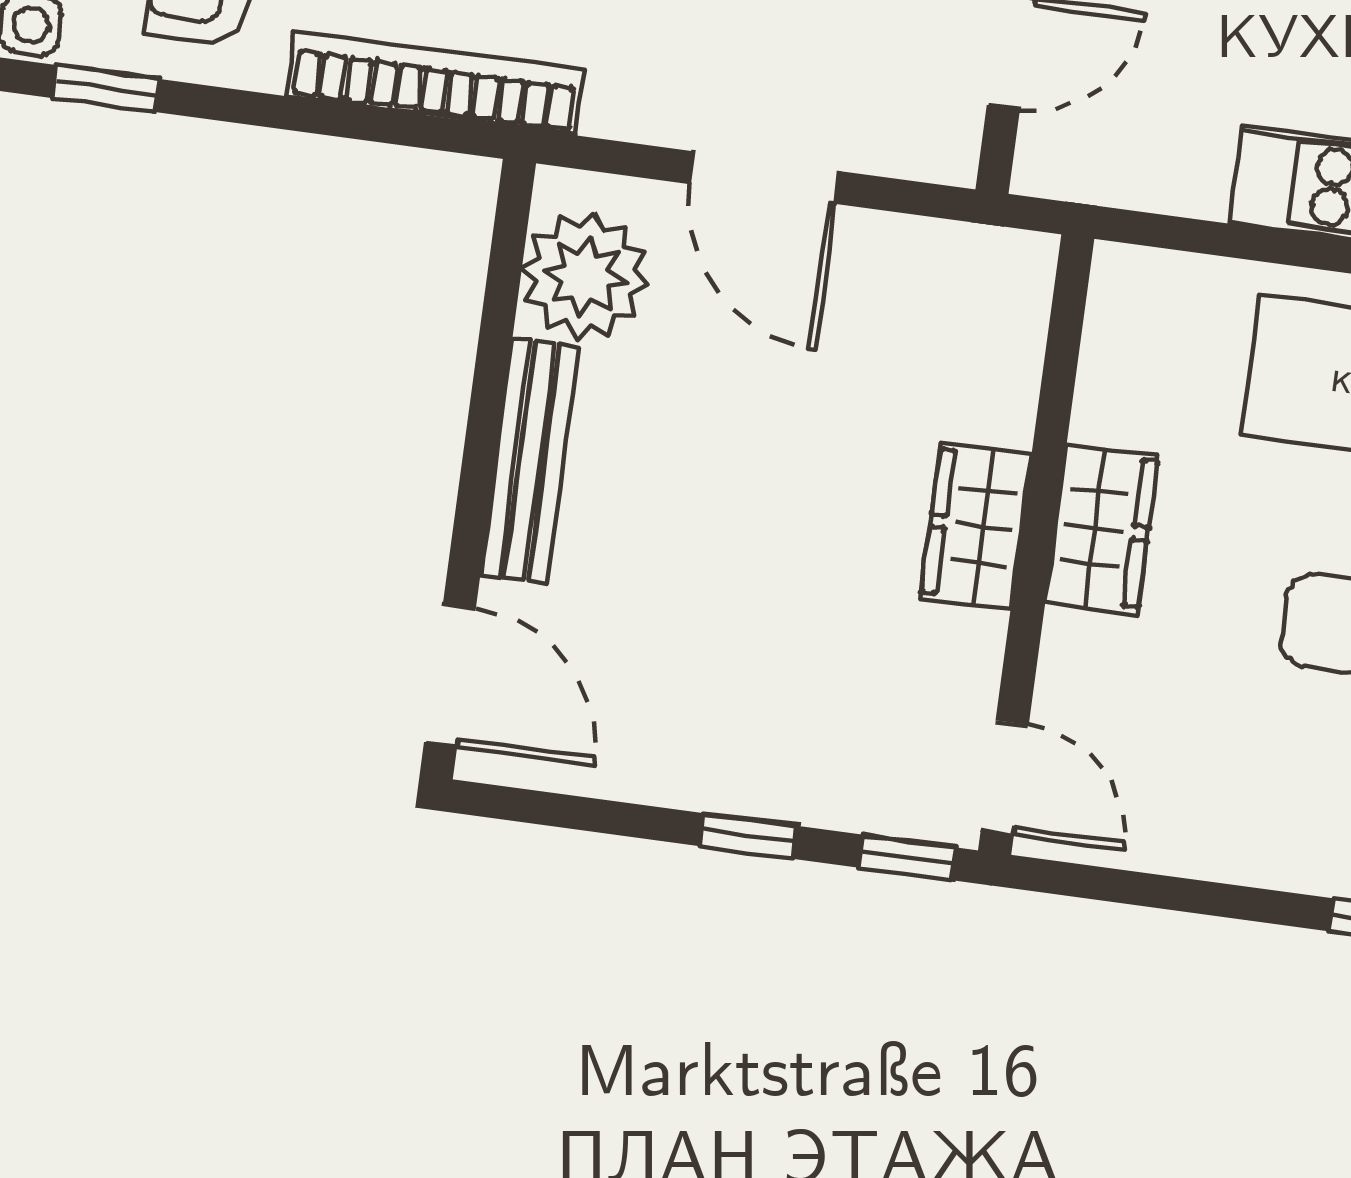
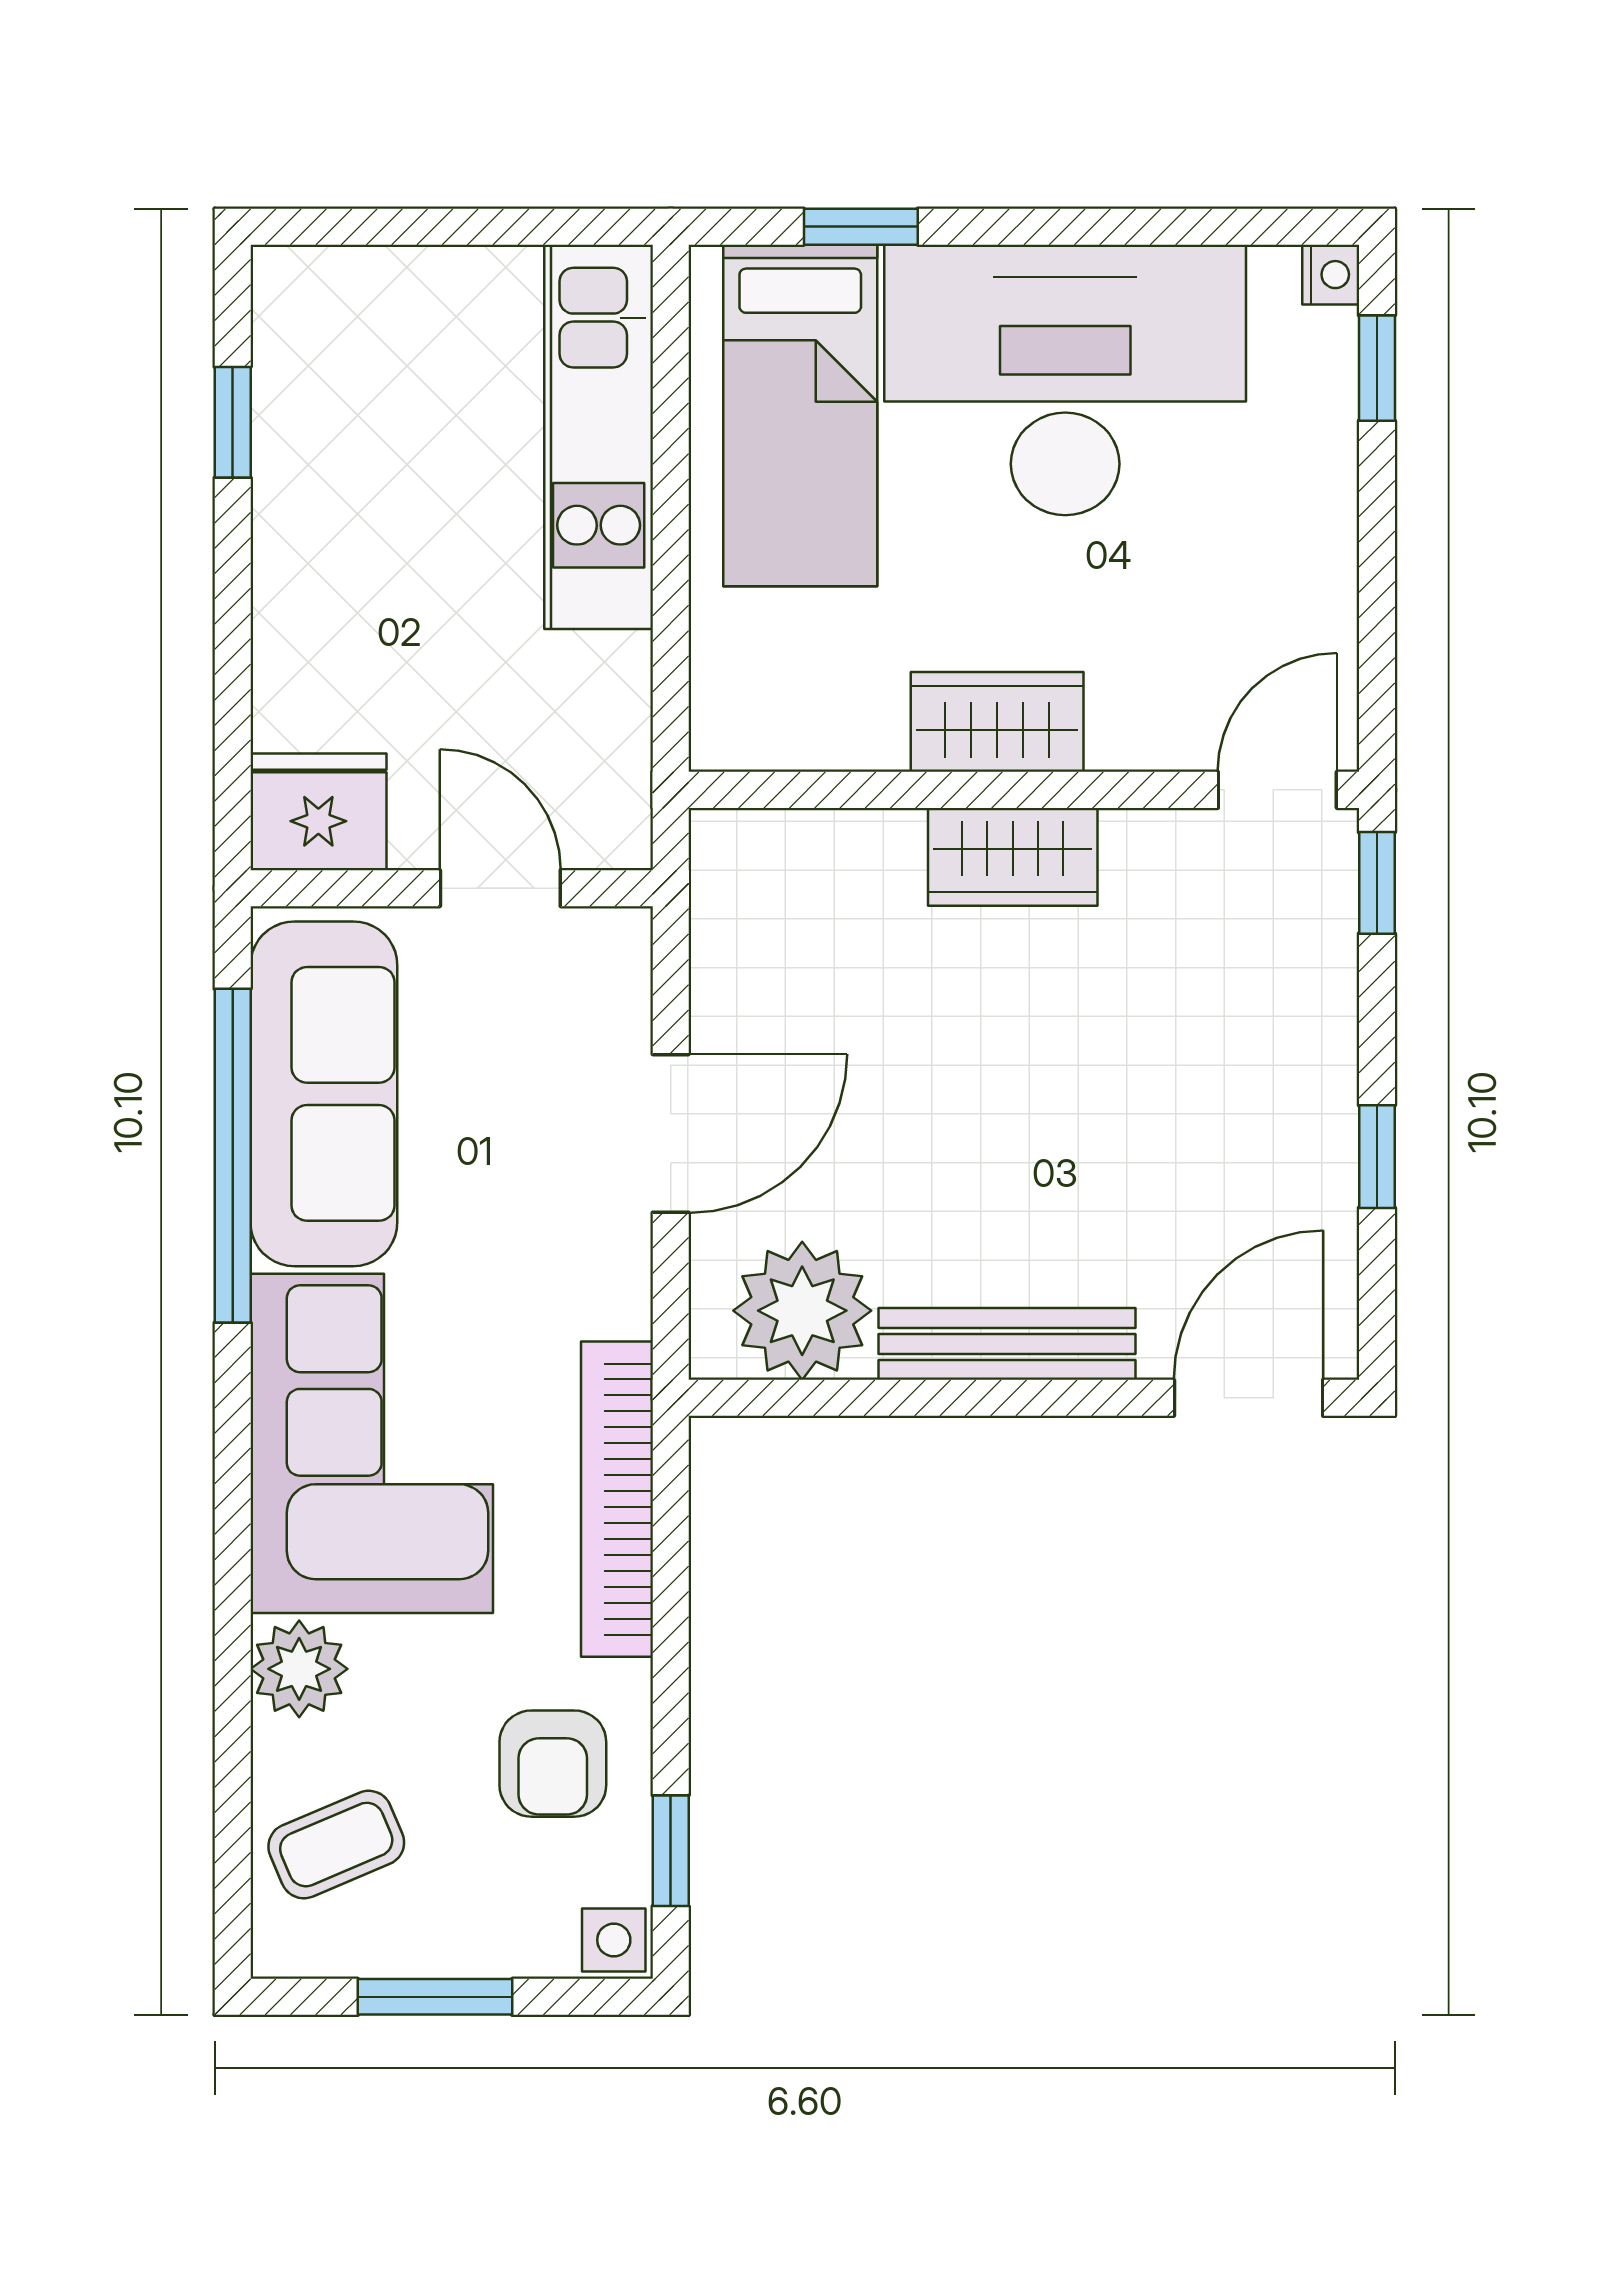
window: (748, 836) -> (1377, 1157), moved

